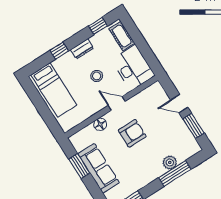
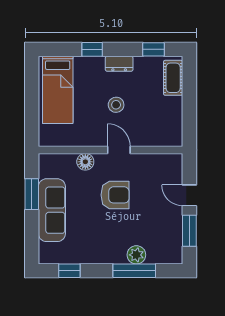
desk: (133, 68) -> (163, 122), removed

